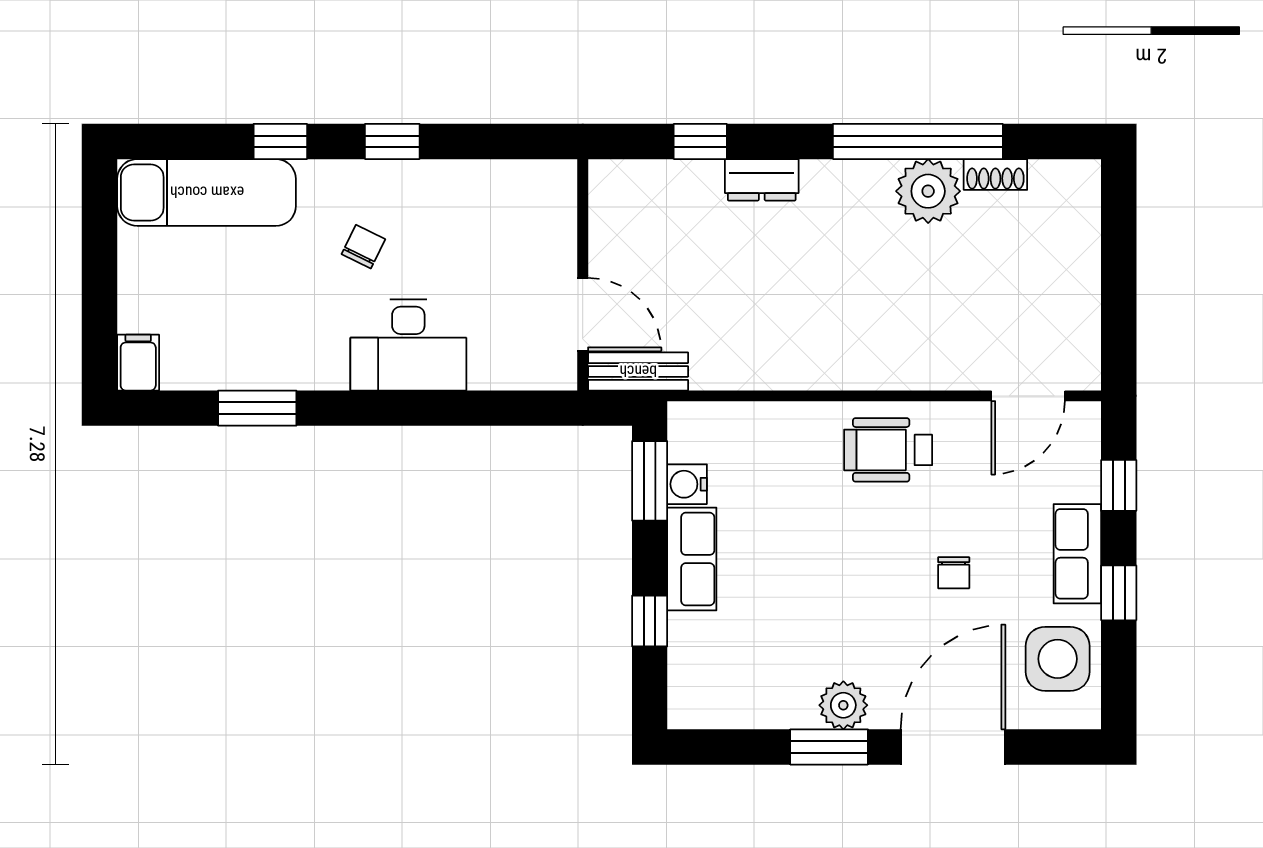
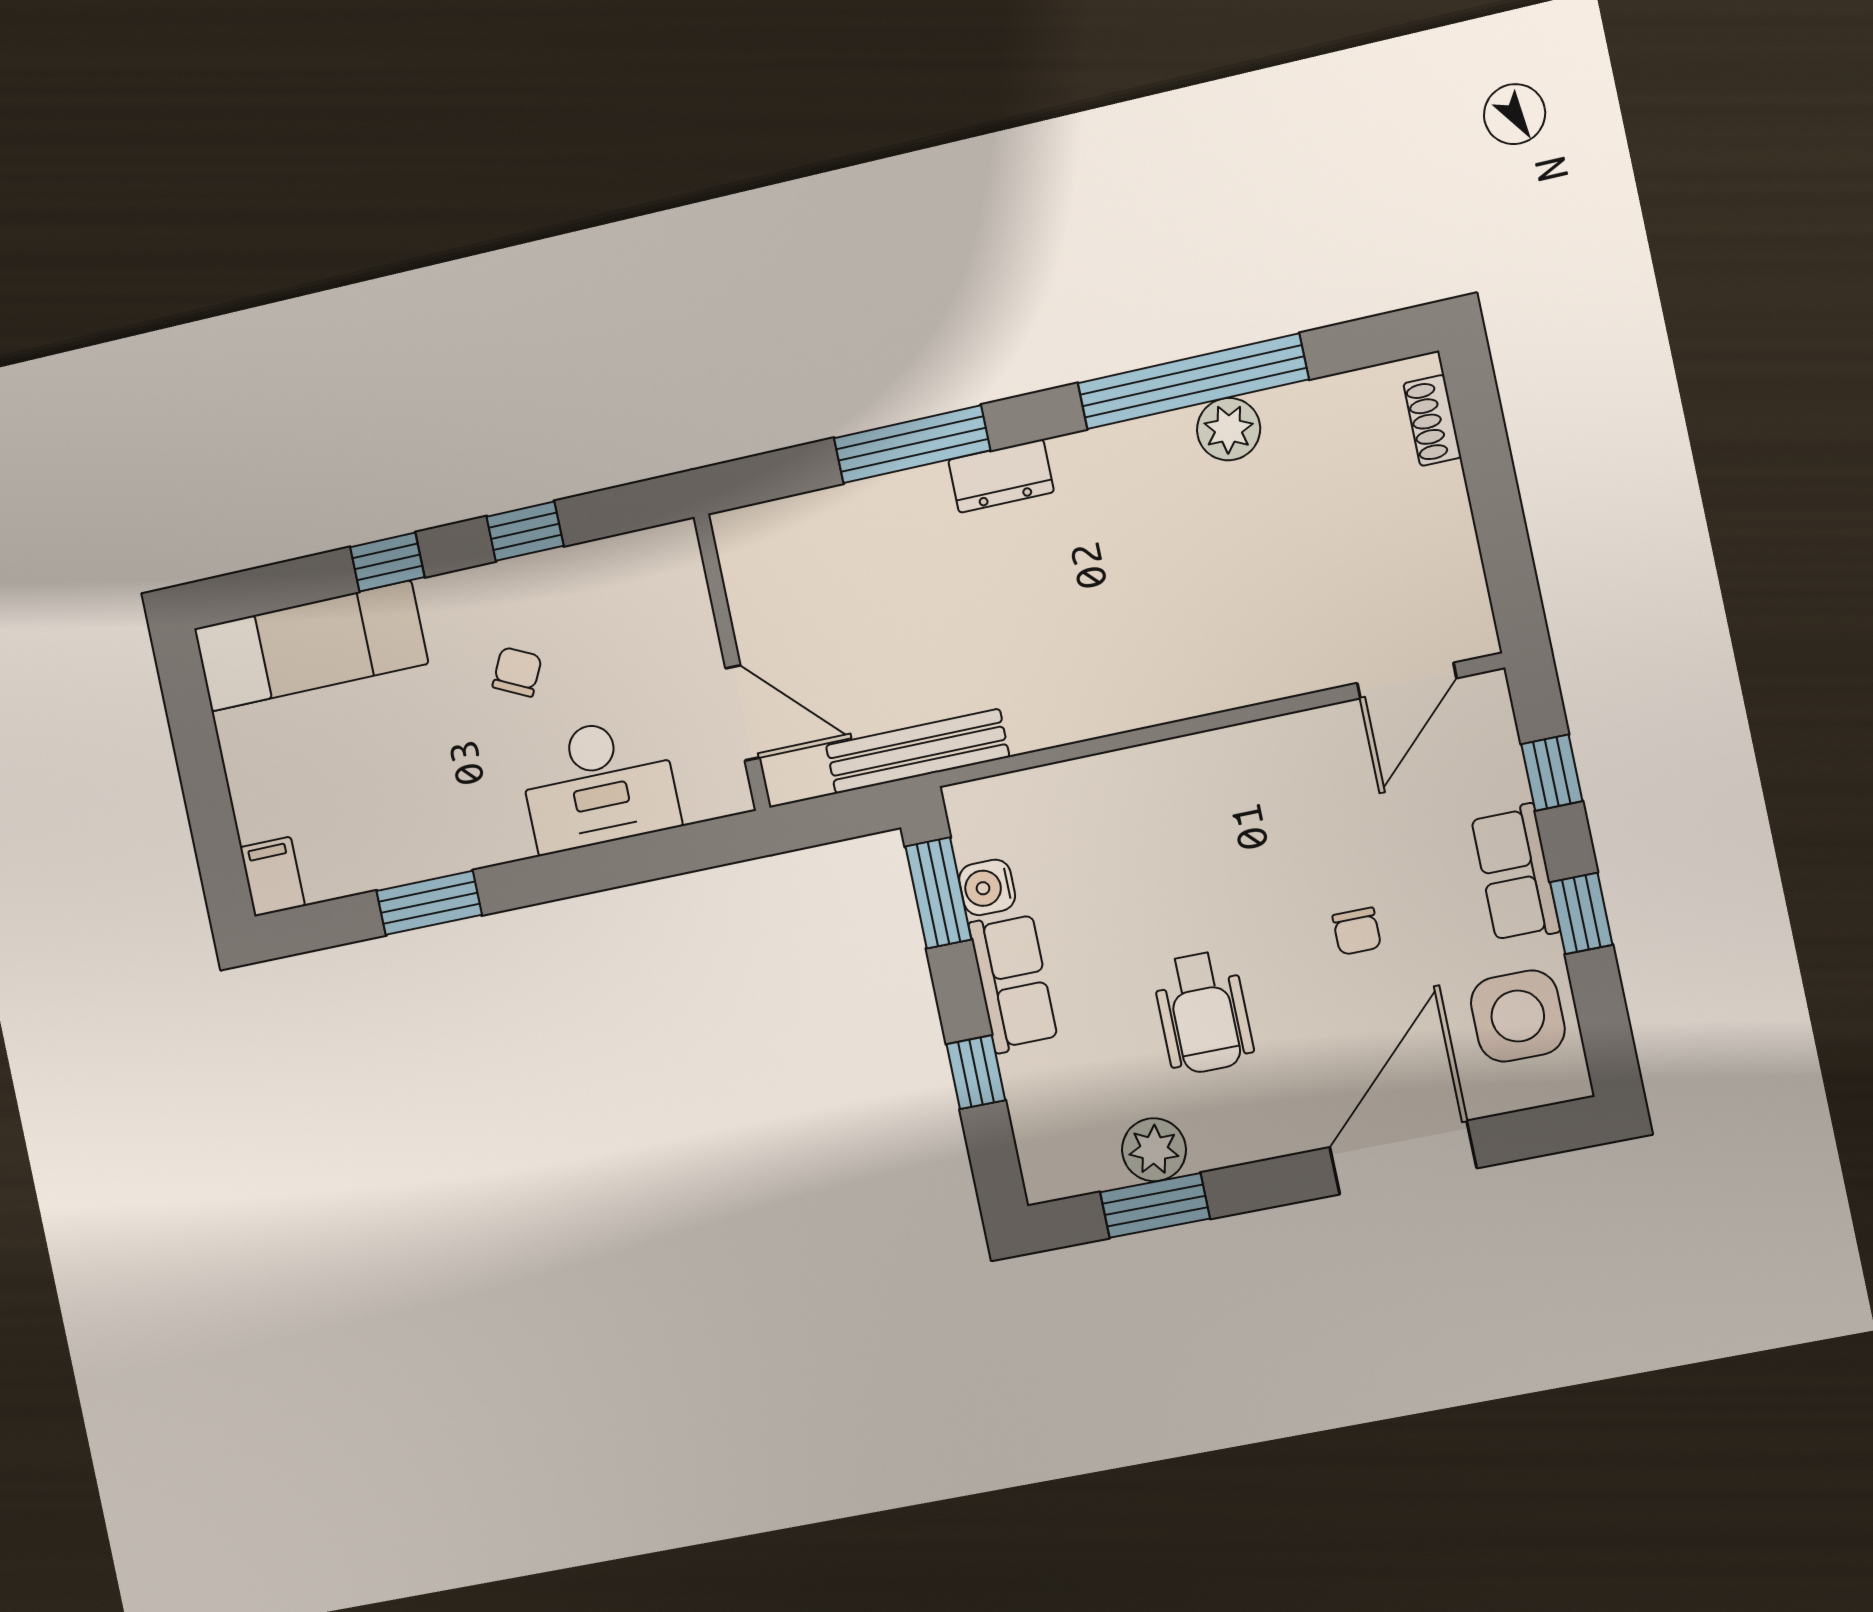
window: (700, 141) -> (912, 444), width x2.17
shoe rack: (995, 174) -> (1432, 420), moved, turned 90
plant: (928, 191) -> (1229, 429), width x0.73, depth x0.73
wall: (583, 275) -> (732, 662), moved
door: (583, 315) -> (743, 713), moved
bench: (638, 371) -> (917, 751), width x1.36
wheelchair: (888, 450) -> (1203, 1012), moved, turned -90
plant: (843, 705) -> (1154, 1150), moved
window: (829, 747) -> (1155, 1205), moved

